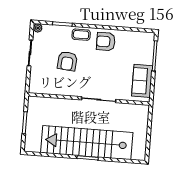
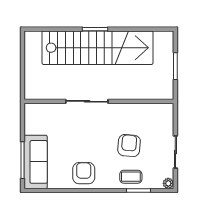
coffee table: (81, 35) -> (131, 177), moved
armchair: (106, 42) -> (84, 173), turned -90
sofa: (142, 81) -> (36, 162), moved, width x1.36

